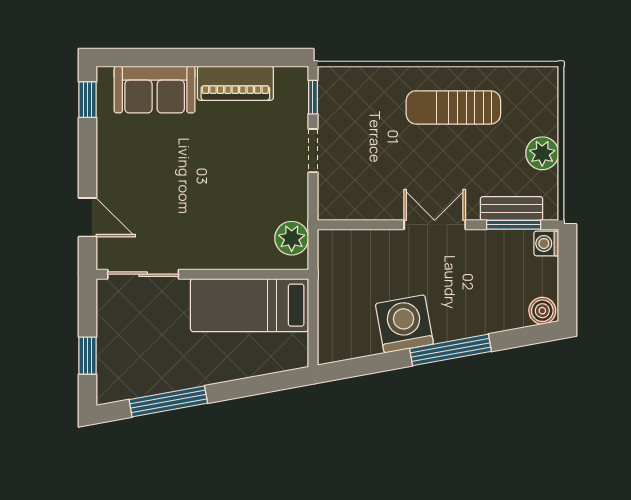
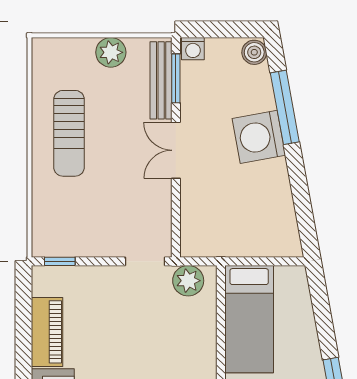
doorway: (313, 151) -> (145, 261), moved
bench: (511, 208) -> (161, 80), width x1.36
washing machine: (404, 324) -> (259, 137), moved
window: (451, 350) -> (285, 107), moved

